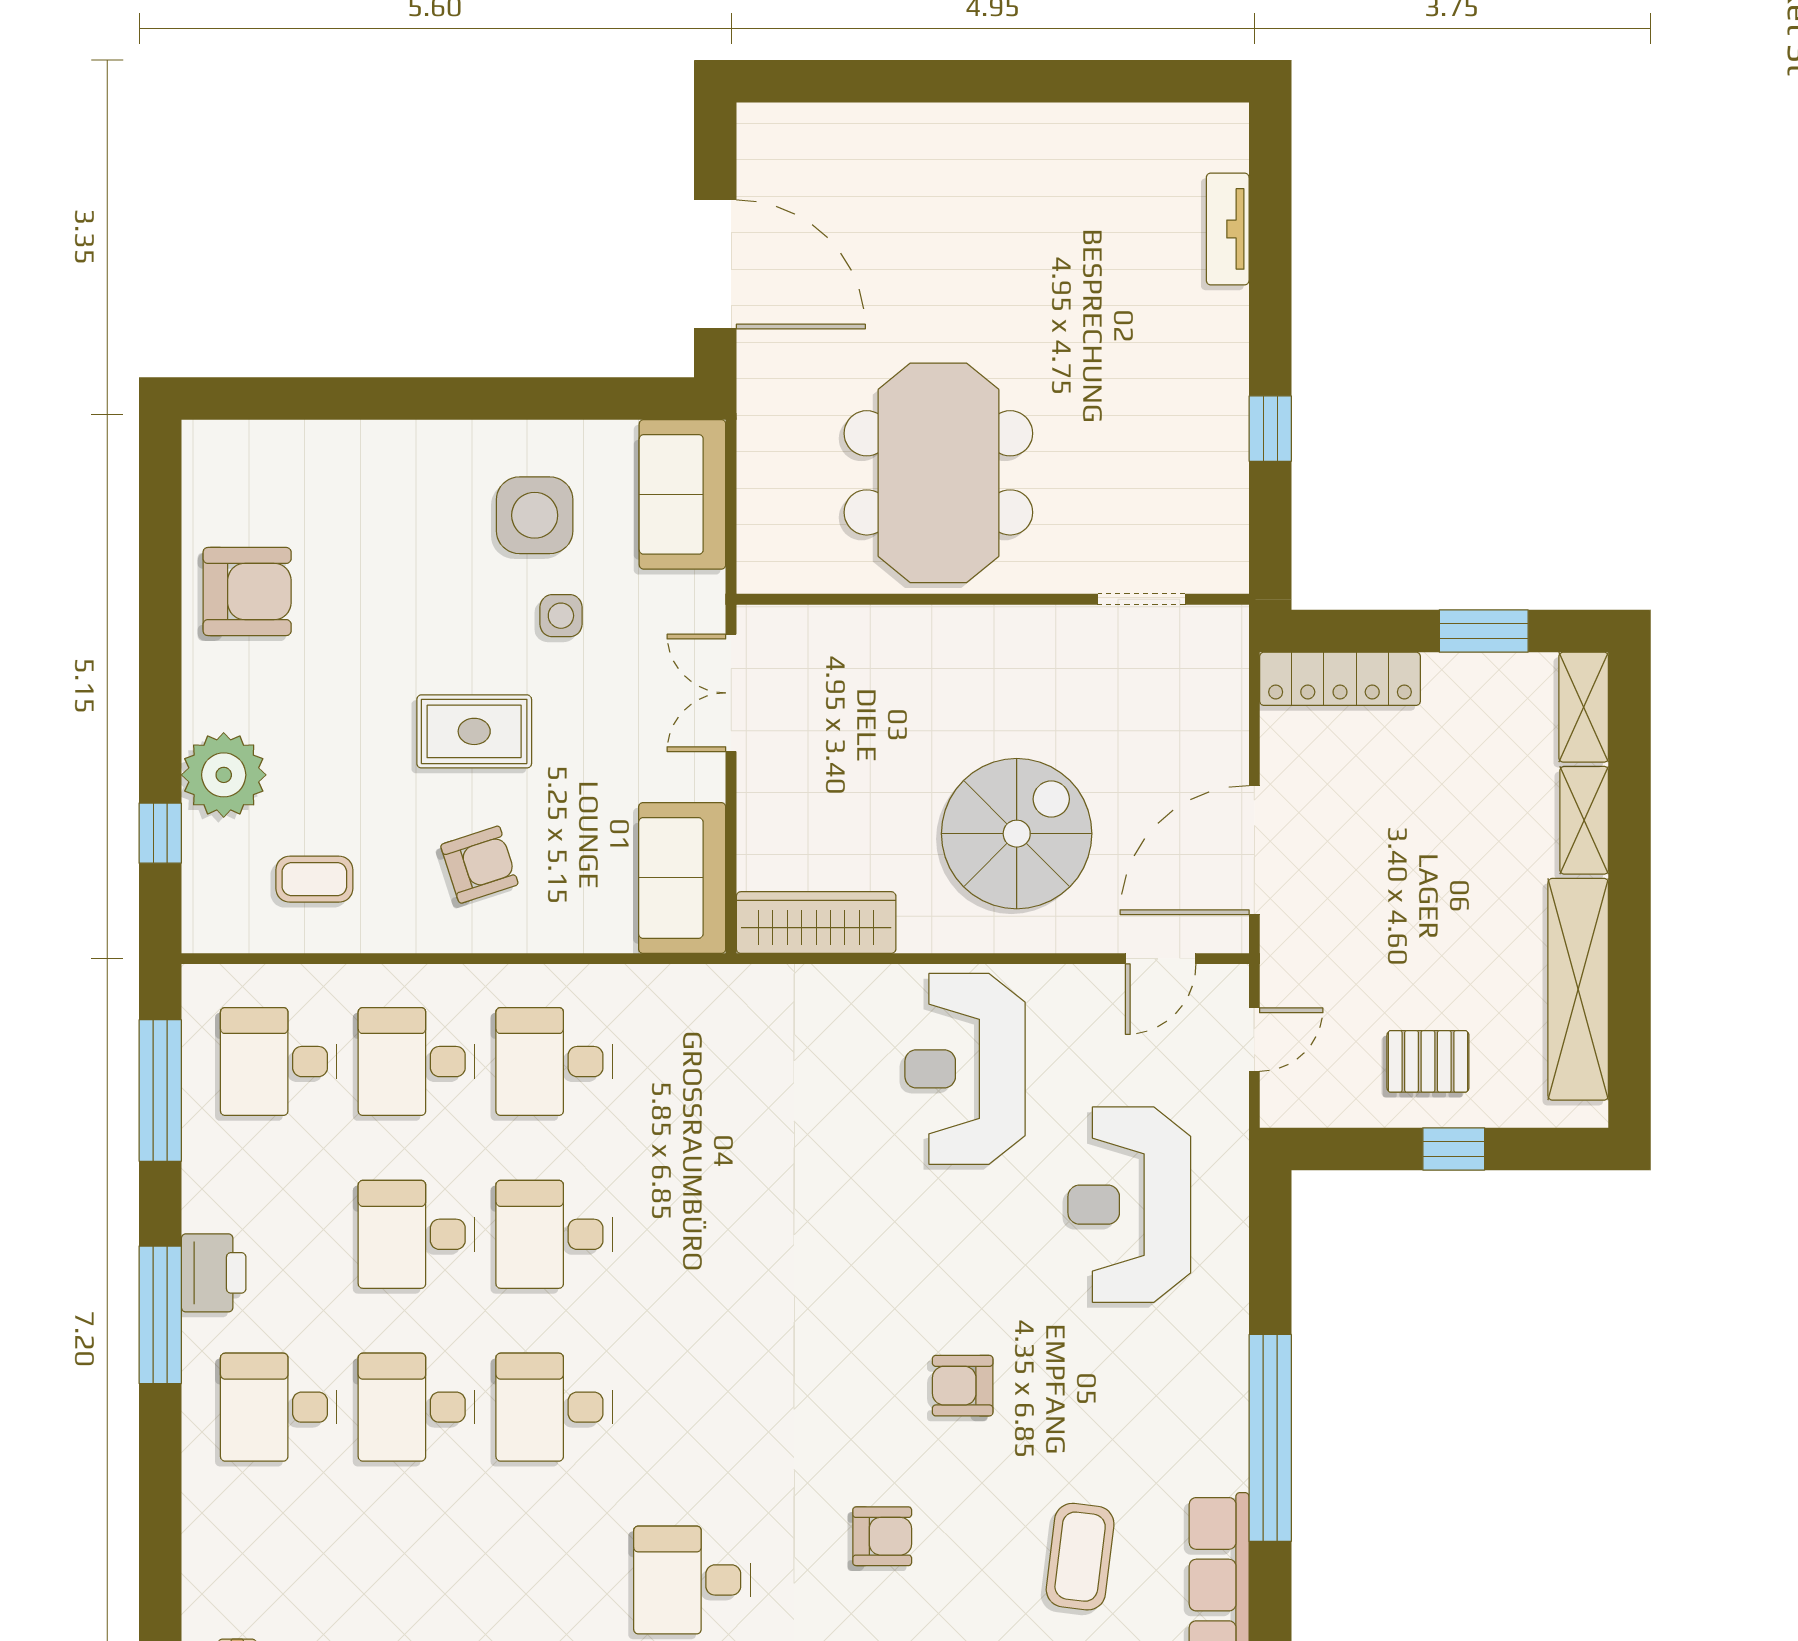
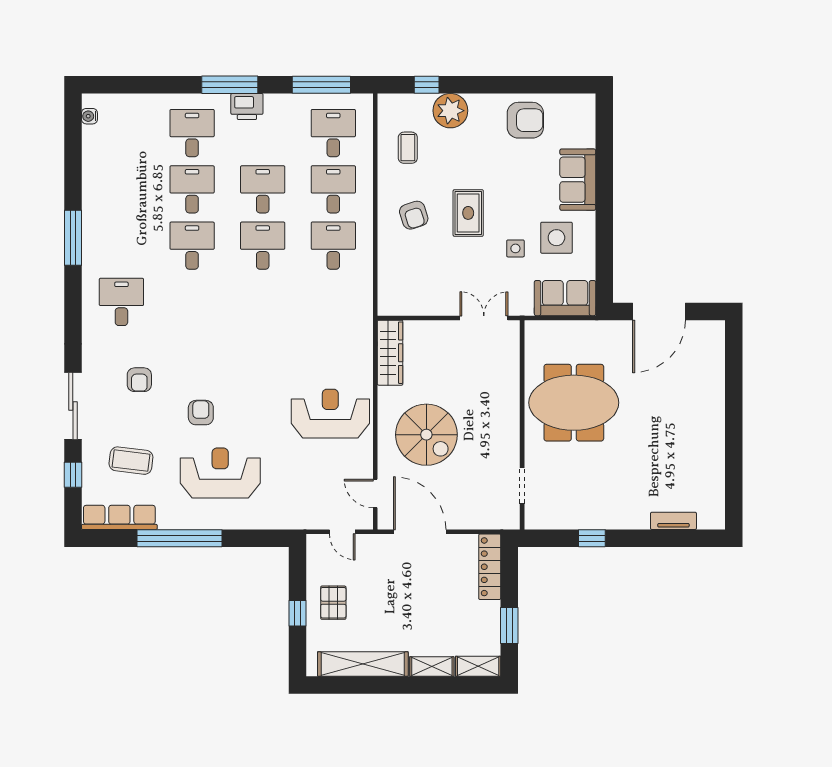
armchair: (247, 592) -> (525, 120), turned -90
sofa: (682, 878) -> (578, 180), moved, turned -90
reception desk: (1129, 1205) -> (220, 473), moved

